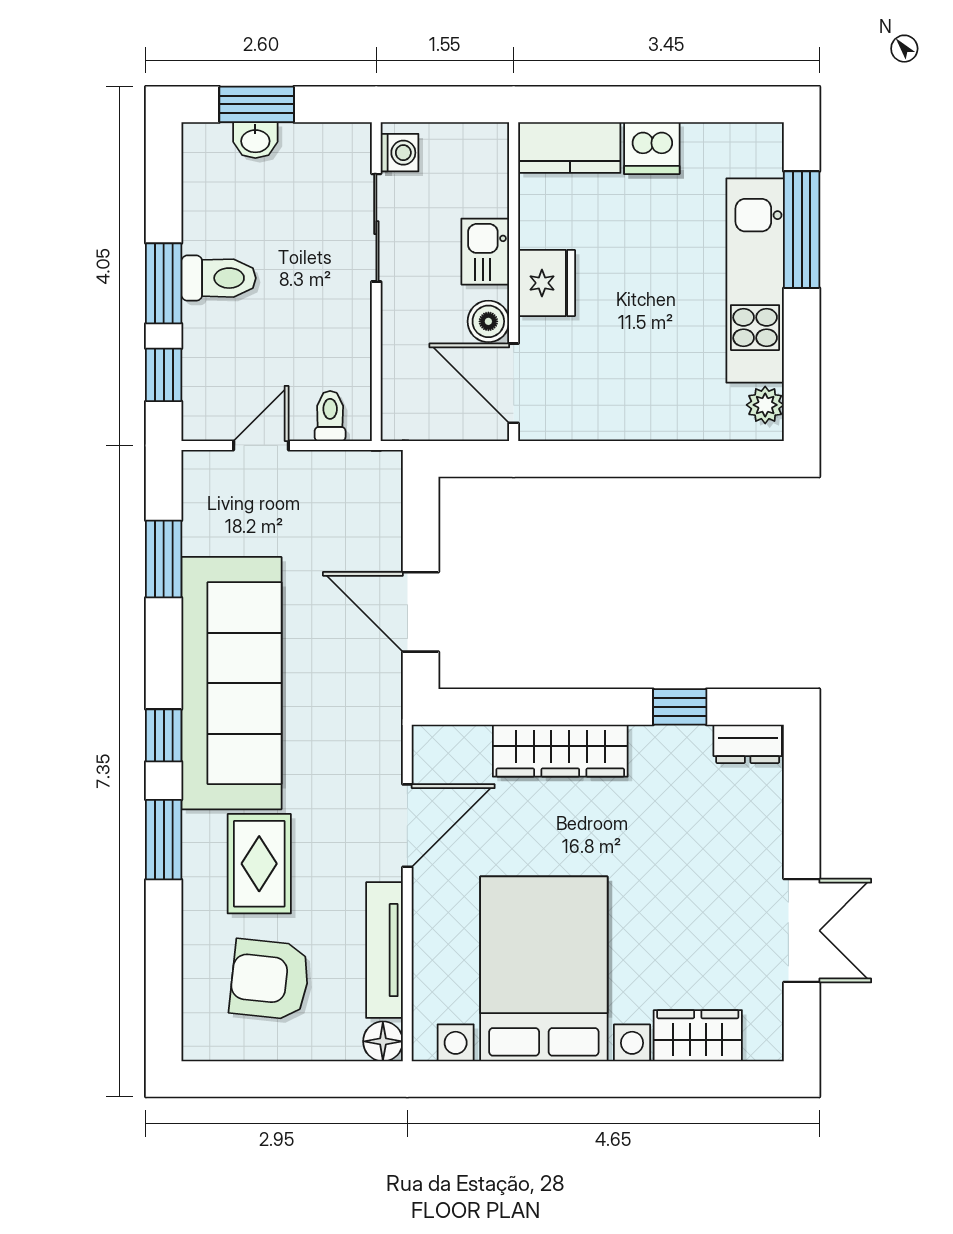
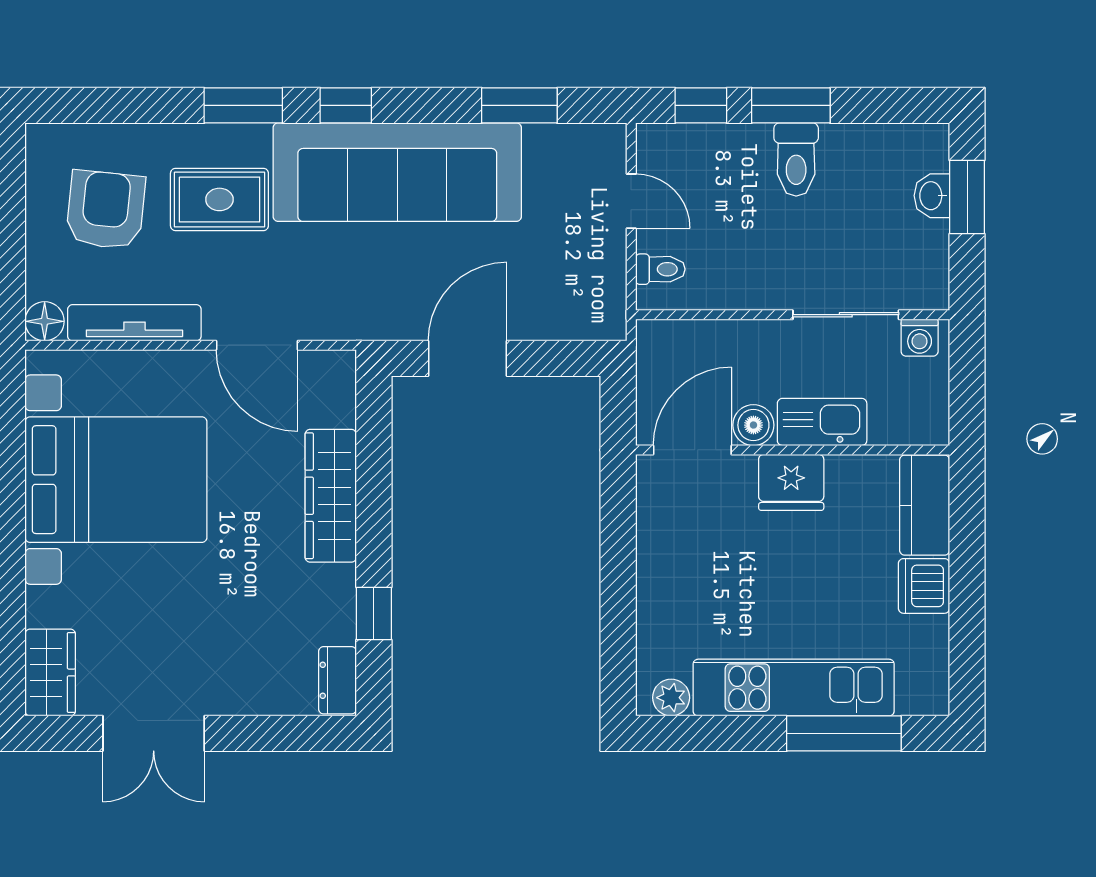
kitchen sink: (485, 252) -> (822, 422), width x1.38
wardrobe: (698, 1036) -> (50, 672), moved

